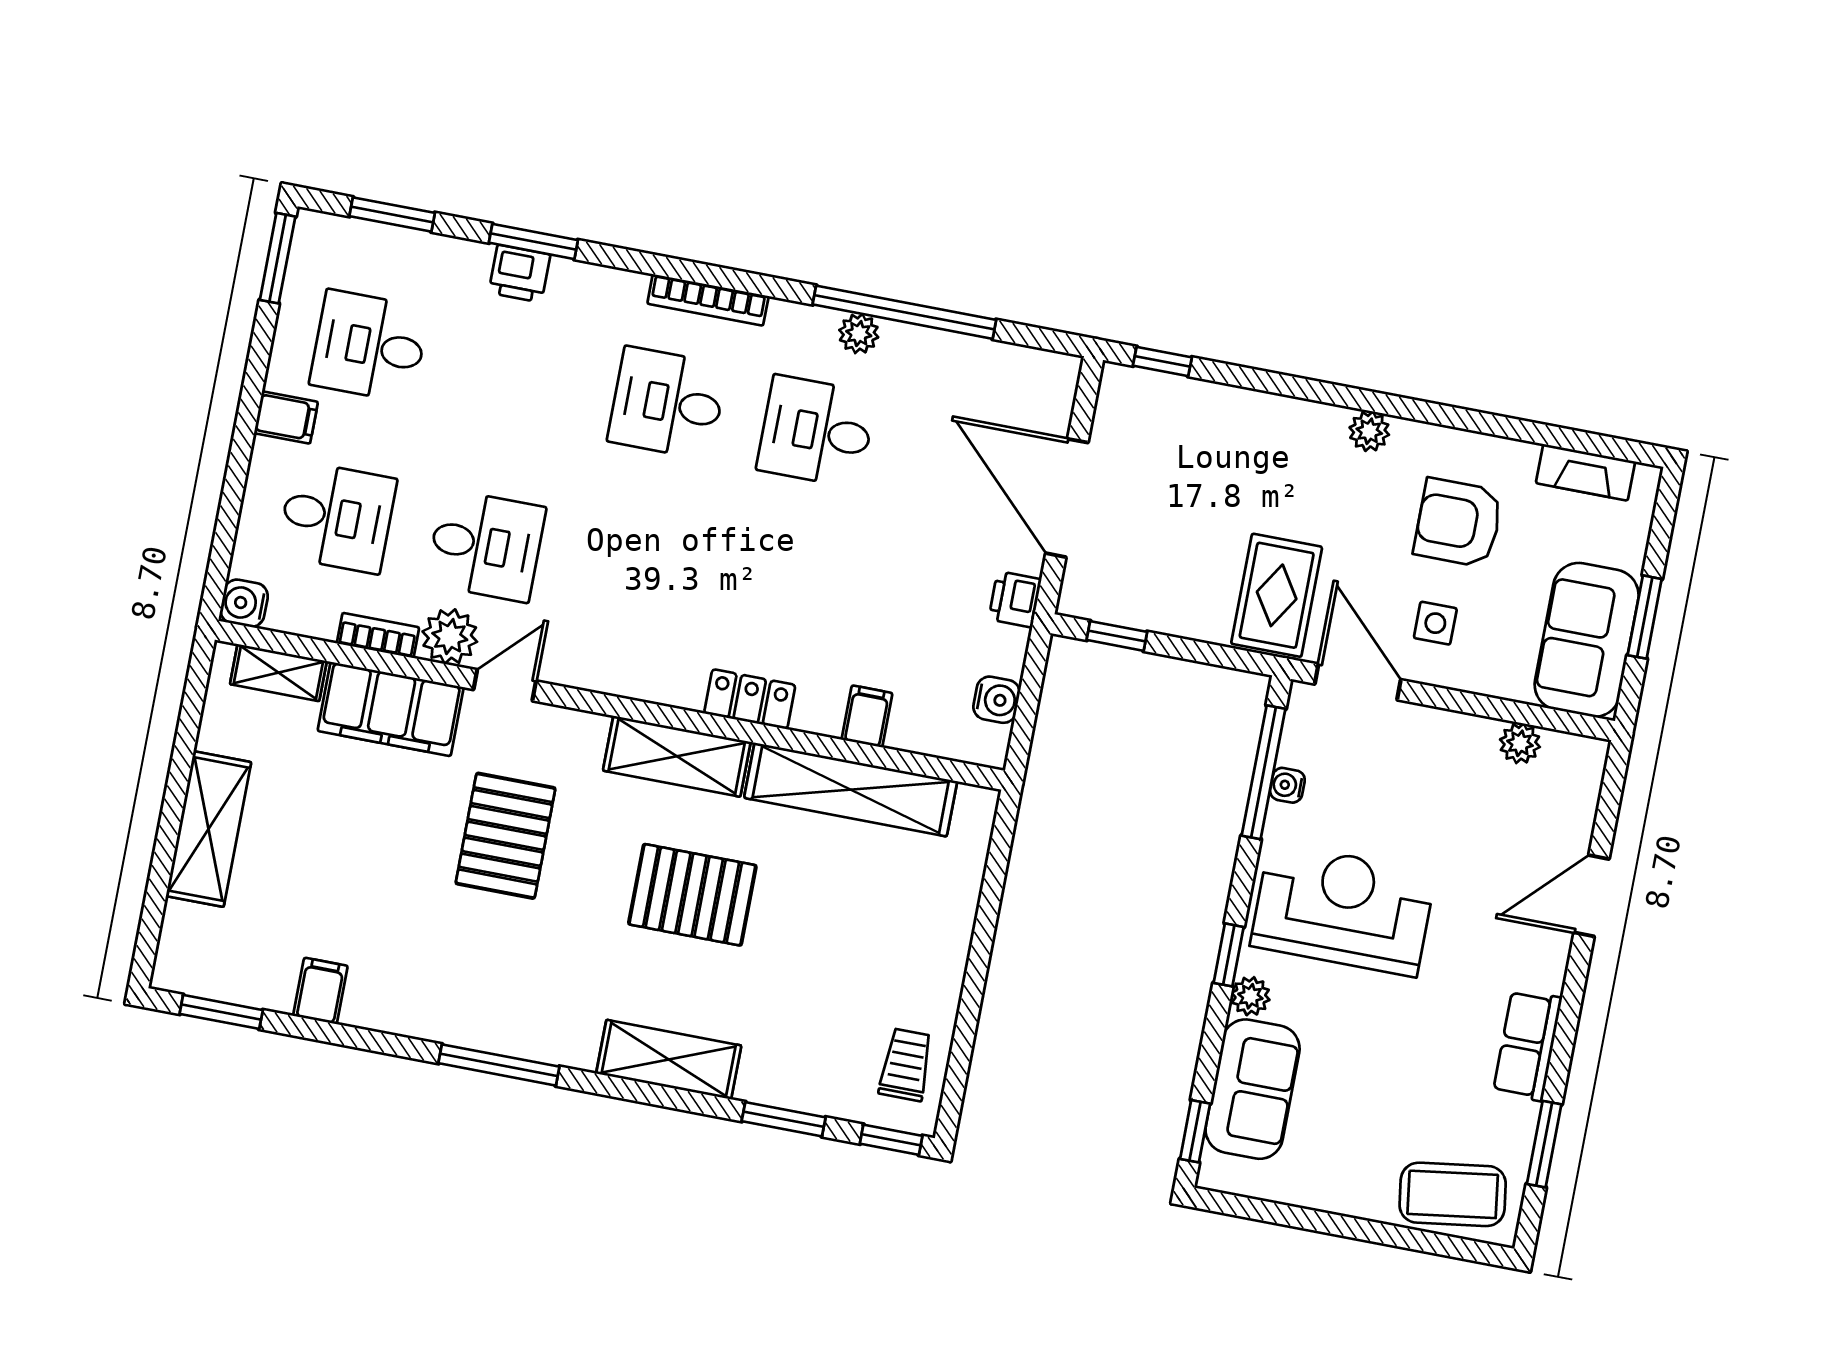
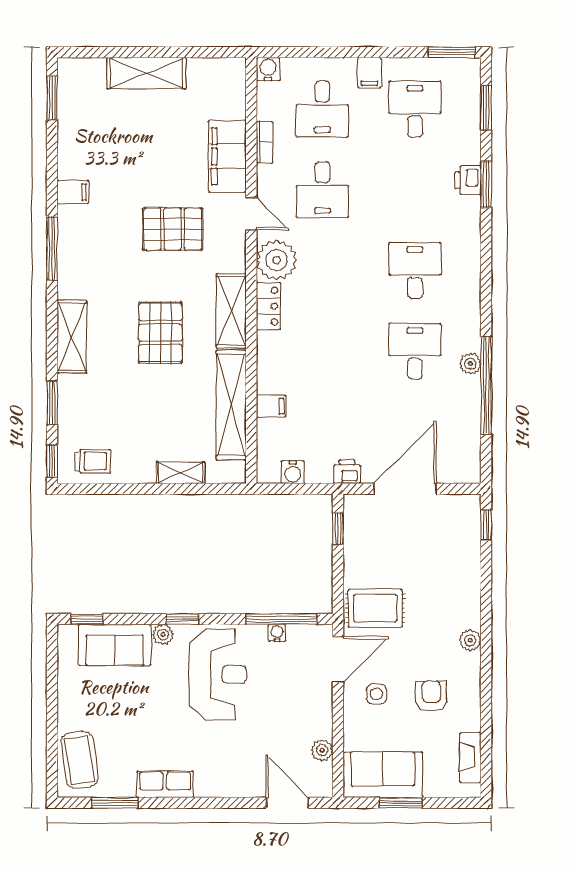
bookcase: (708, 300) -> (473, 281), removed
armchair: (1458, 523) -> (431, 696), width x0.72, depth x0.72
plant: (450, 637) -> (277, 260), moved, width x1.36, depth x1.36
shelving: (278, 673) -> (181, 473), moved, turned 90
locker: (750, 699) -> (268, 306), moved
door: (1592, 896) -> (288, 803), moved
filing cabinet: (320, 991) -> (73, 192), moved

